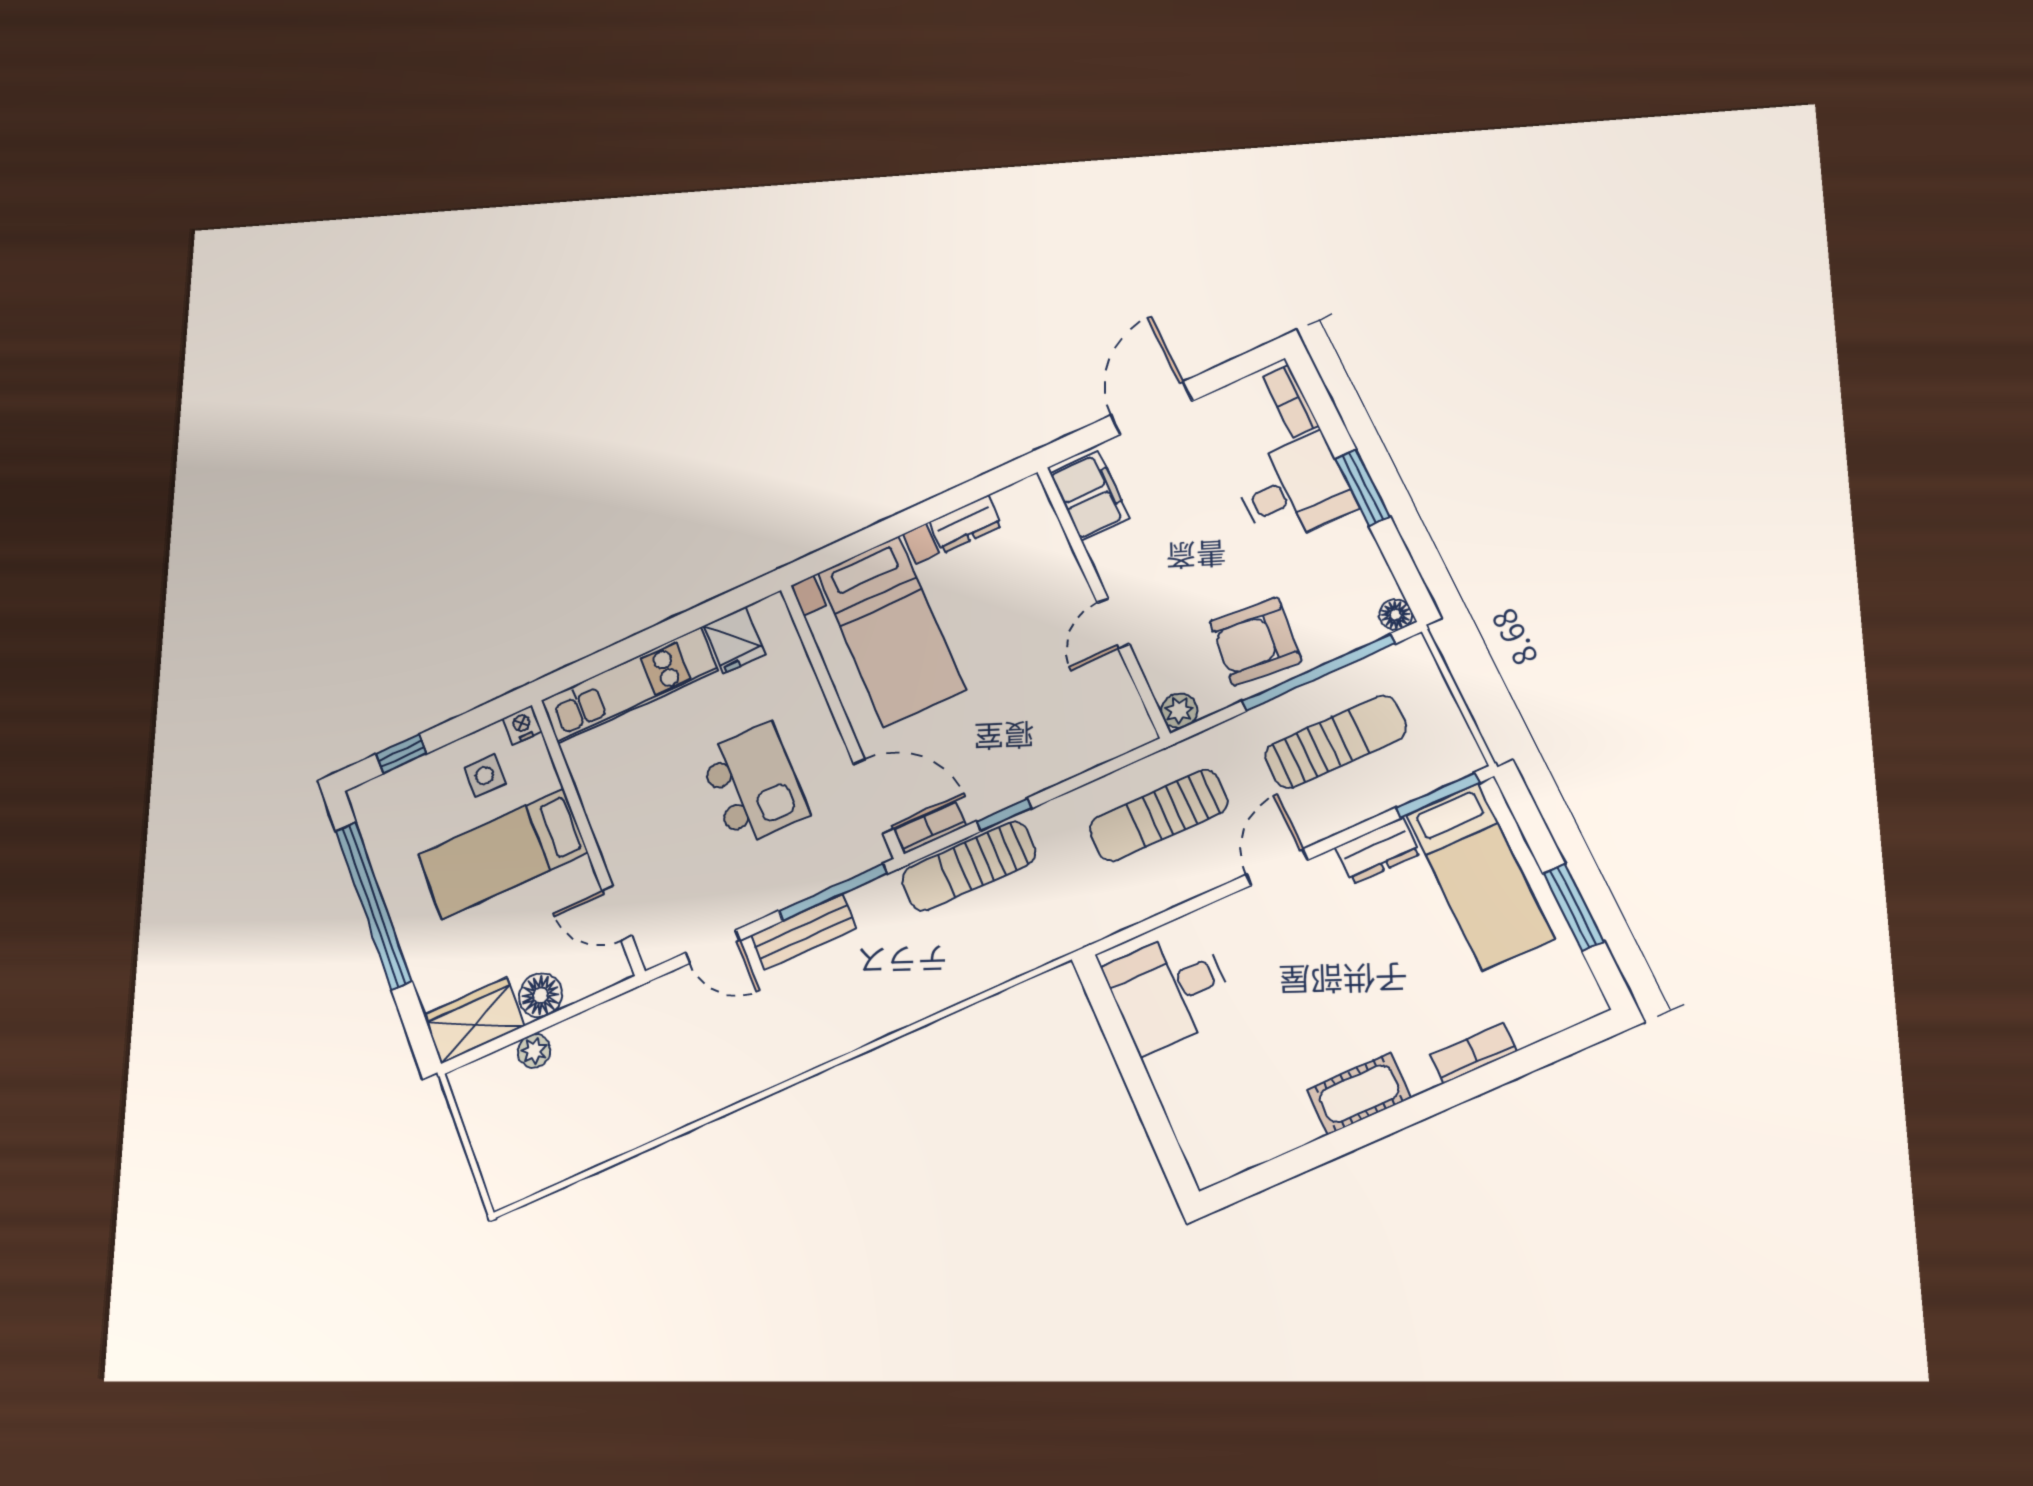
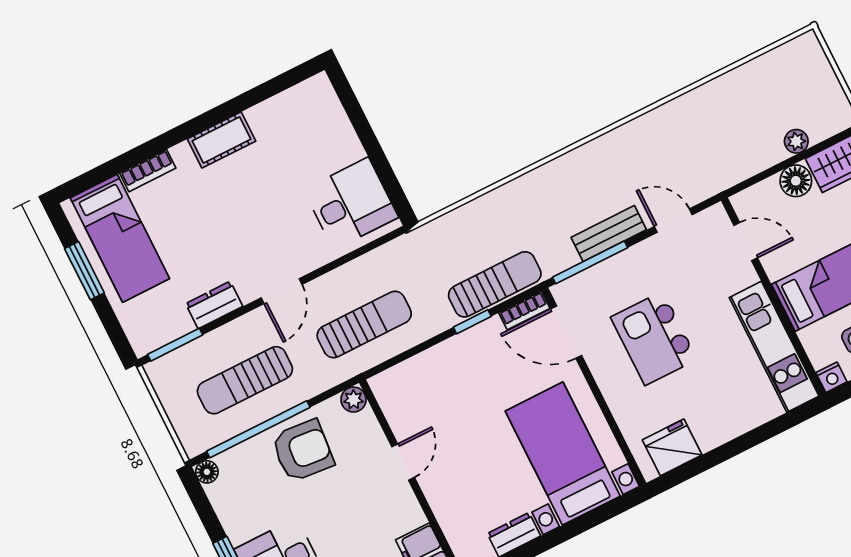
fridge: (734, 640) -> (672, 447), width x1.38
kitchen unit: (629, 686) -> (774, 347), moved, turned -90
bed: (1480, 876) -> (120, 238), moved, turned 180

